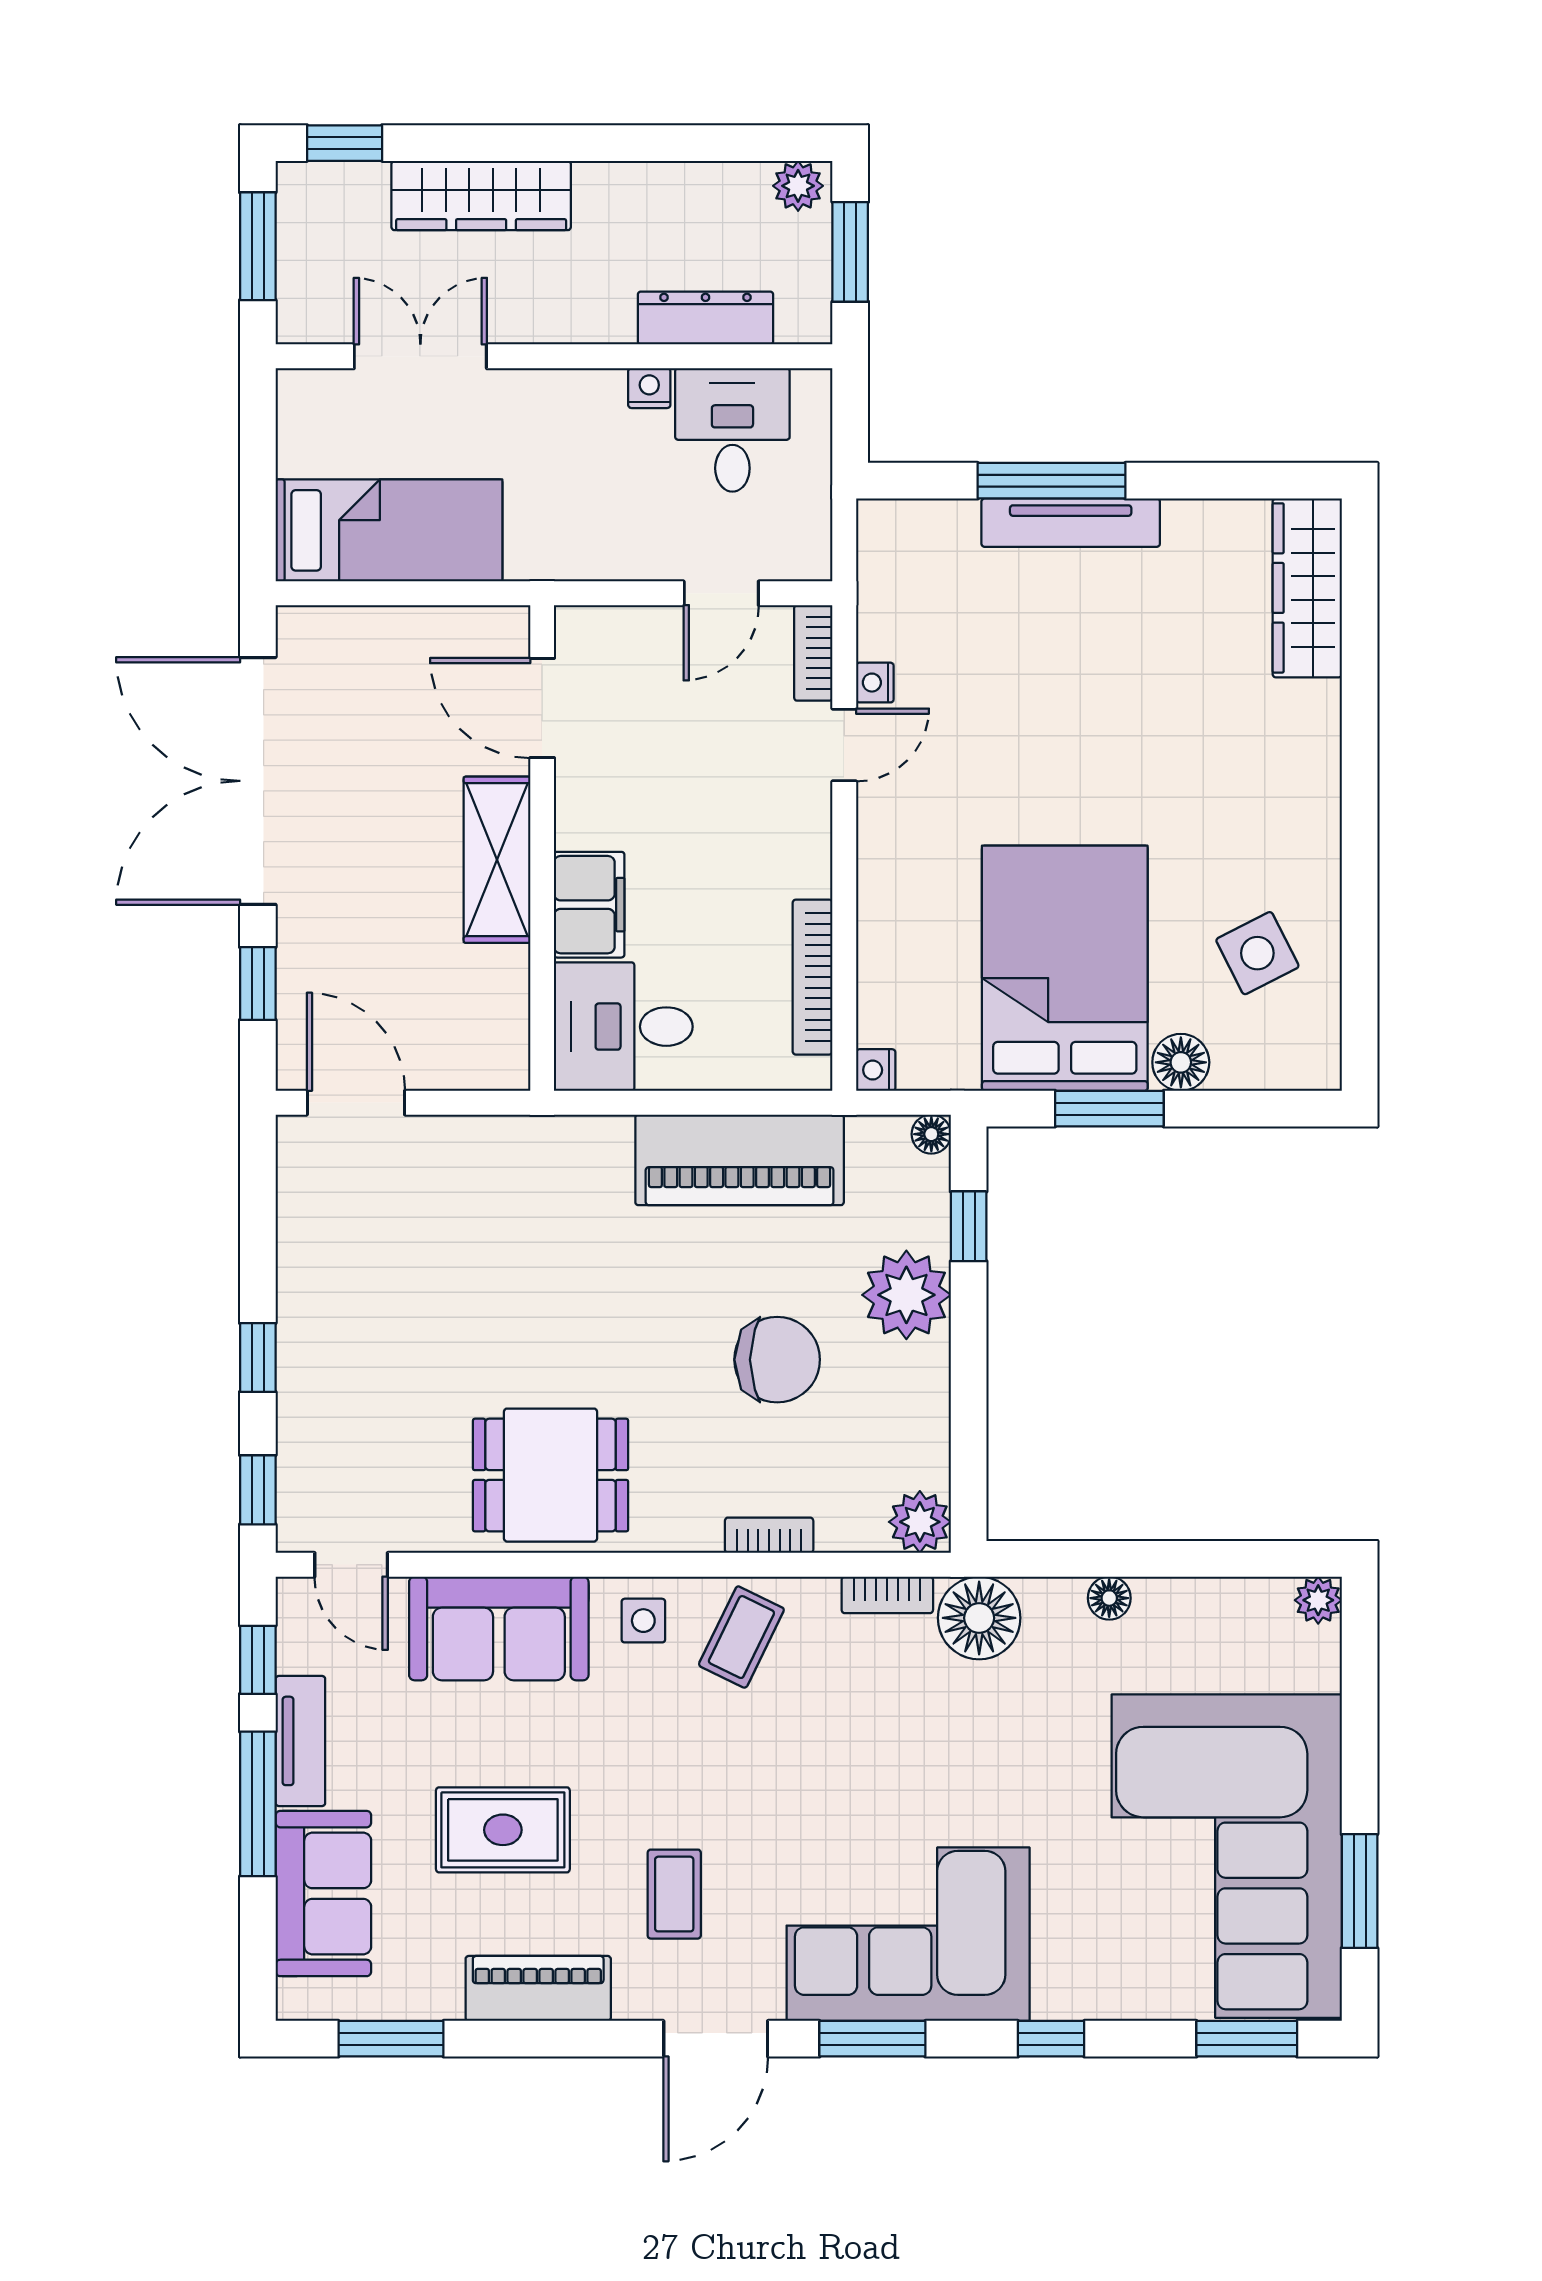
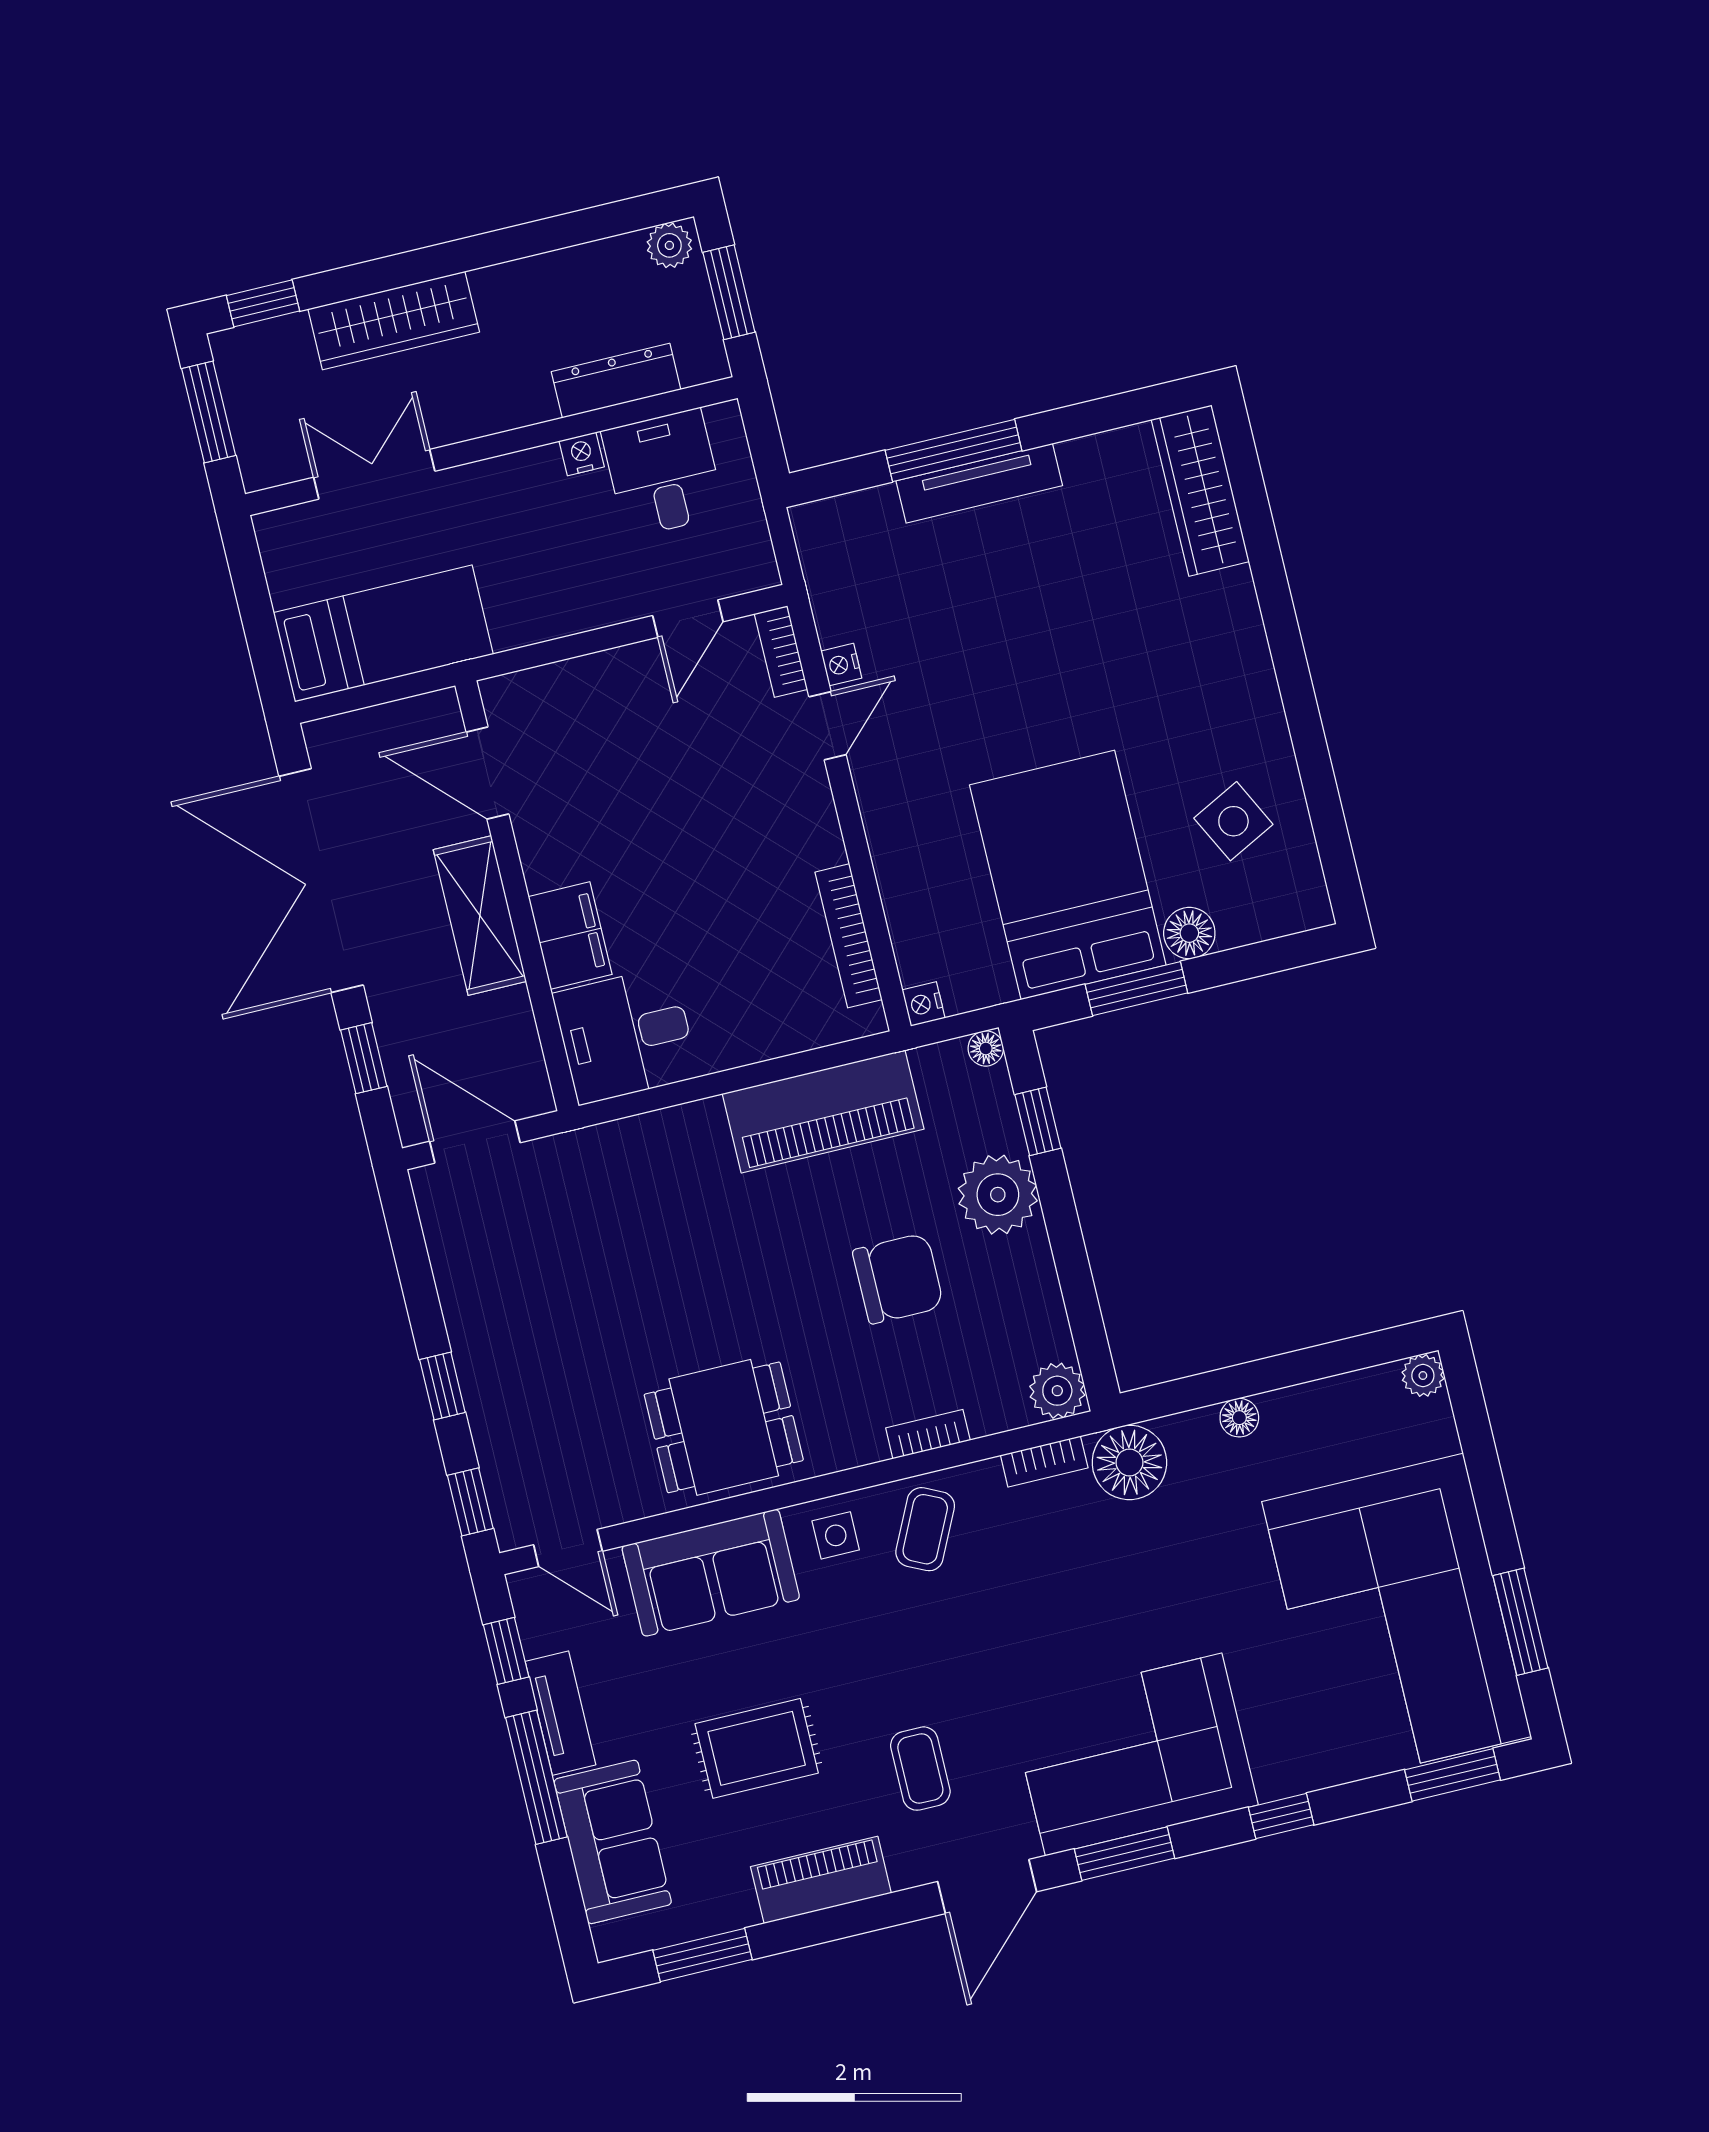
door: (542, 708) -> (487, 773), moved
wall: (542, 848) -> (517, 896), moved
shelving: (497, 860) -> (480, 916), moved
filing cabinet: (589, 905) -> (570, 935), moved
desk: (623, 1027) -> (626, 1035), moved

